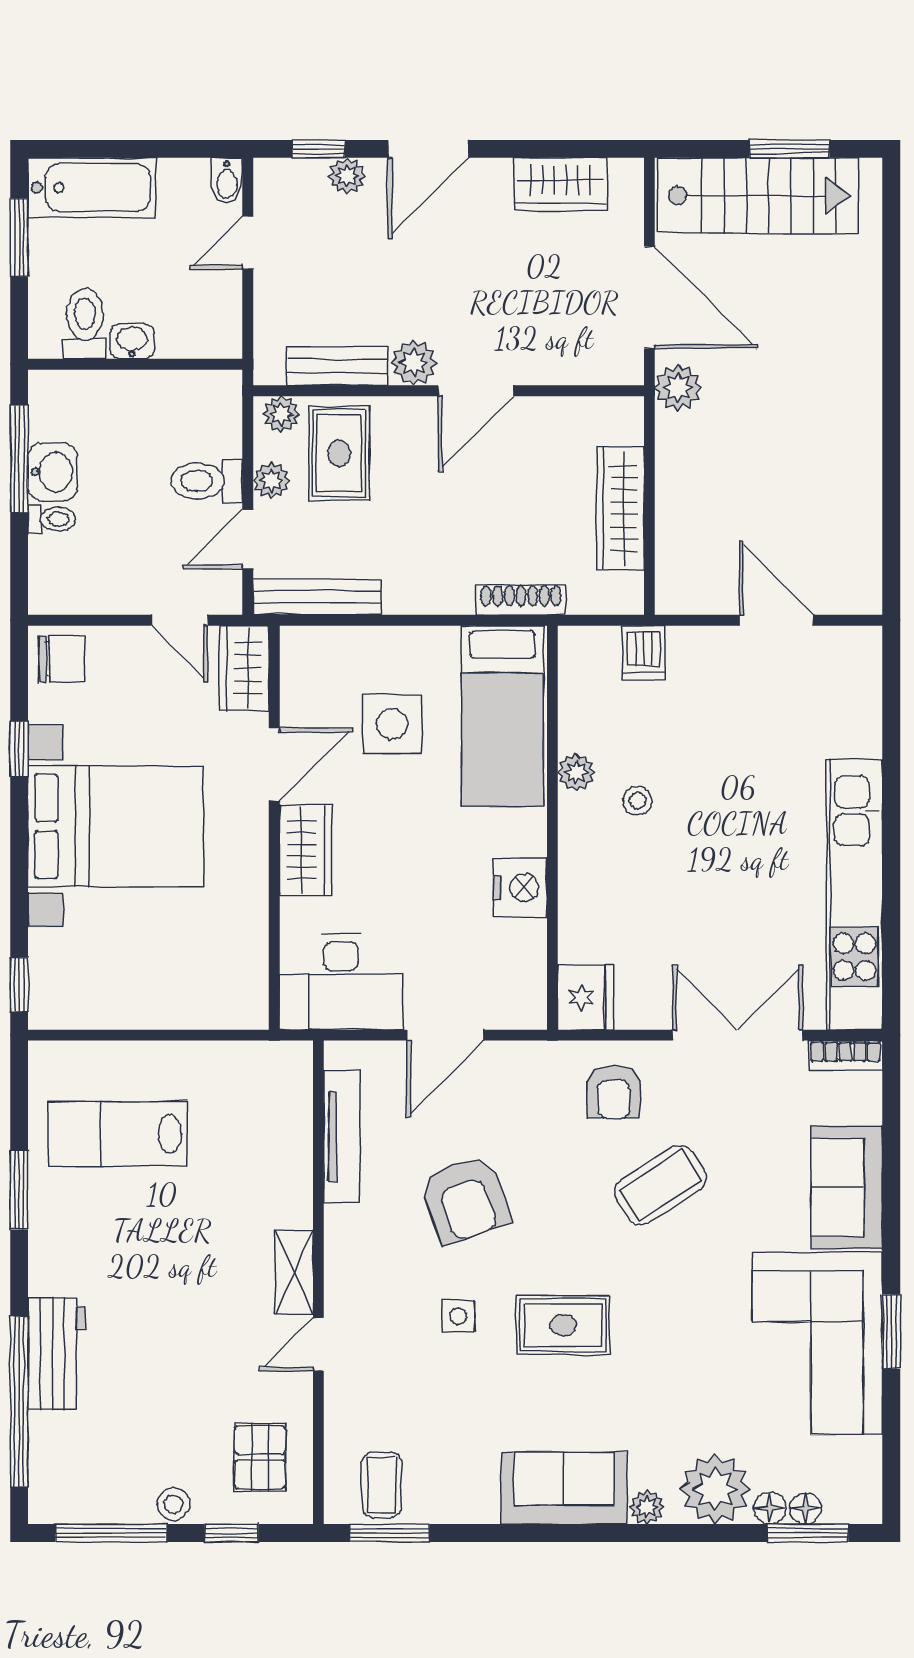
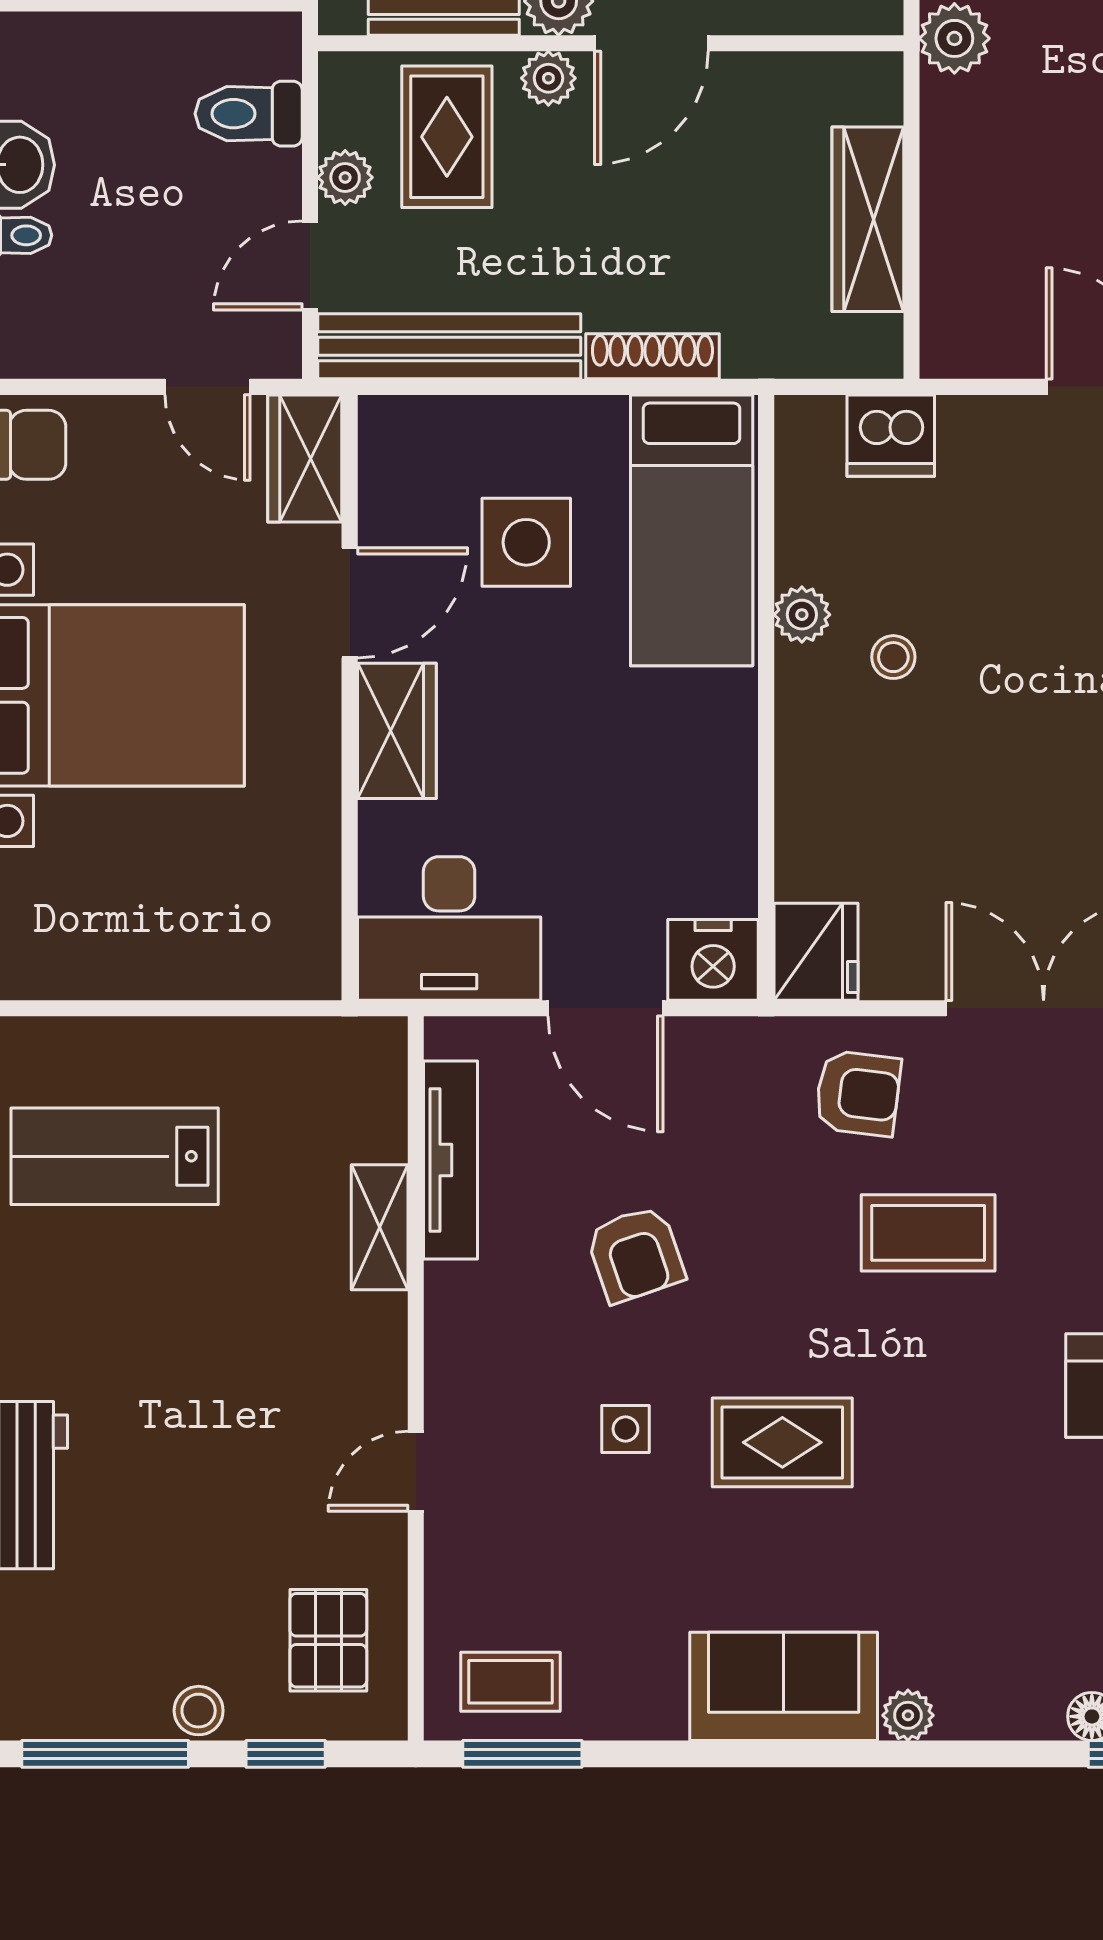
plant: (281, 414) -> (548, 78), moved
toilet: (207, 481) -> (249, 114), moved
bench: (317, 597) -> (449, 346), width x1.37, depth x1.21
shoe rack: (521, 600) -> (652, 356), moved
dishwasher: (644, 653) -> (891, 436), width x1.38
nightstand: (520, 888) -> (713, 960), moved, turned 90
door: (445, 1035) -> (606, 1008), hinge flipped
armchair: (614, 1092) -> (858, 1093), turned -83
coffee table: (661, 1185) -> (928, 1233), turned 33
armchair: (465, 1199) -> (635, 1254), width x0.72, depth x0.72
shelving: (294, 1272) -> (380, 1227), moved
coffee table: (382, 1485) -> (511, 1682), turned 90
plant: (715, 1489) -> (1010, 1688), removed

